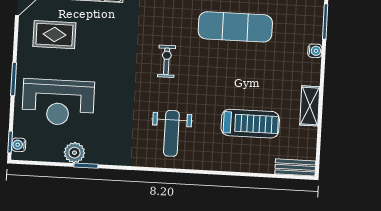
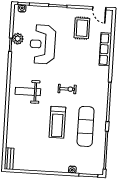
reception desk: (58, 102) -> (43, 44), moved
shelving: (310, 106) -> (42, 167), removed
treadmill: (250, 124) -> (57, 122), moved

